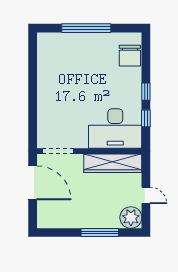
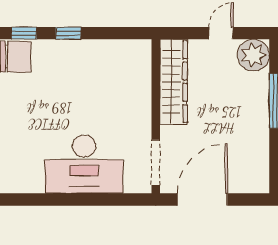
window: (146, 118) -> (24, 33), moved
desk: (115, 128) -> (84, 164), moved, turned 90

